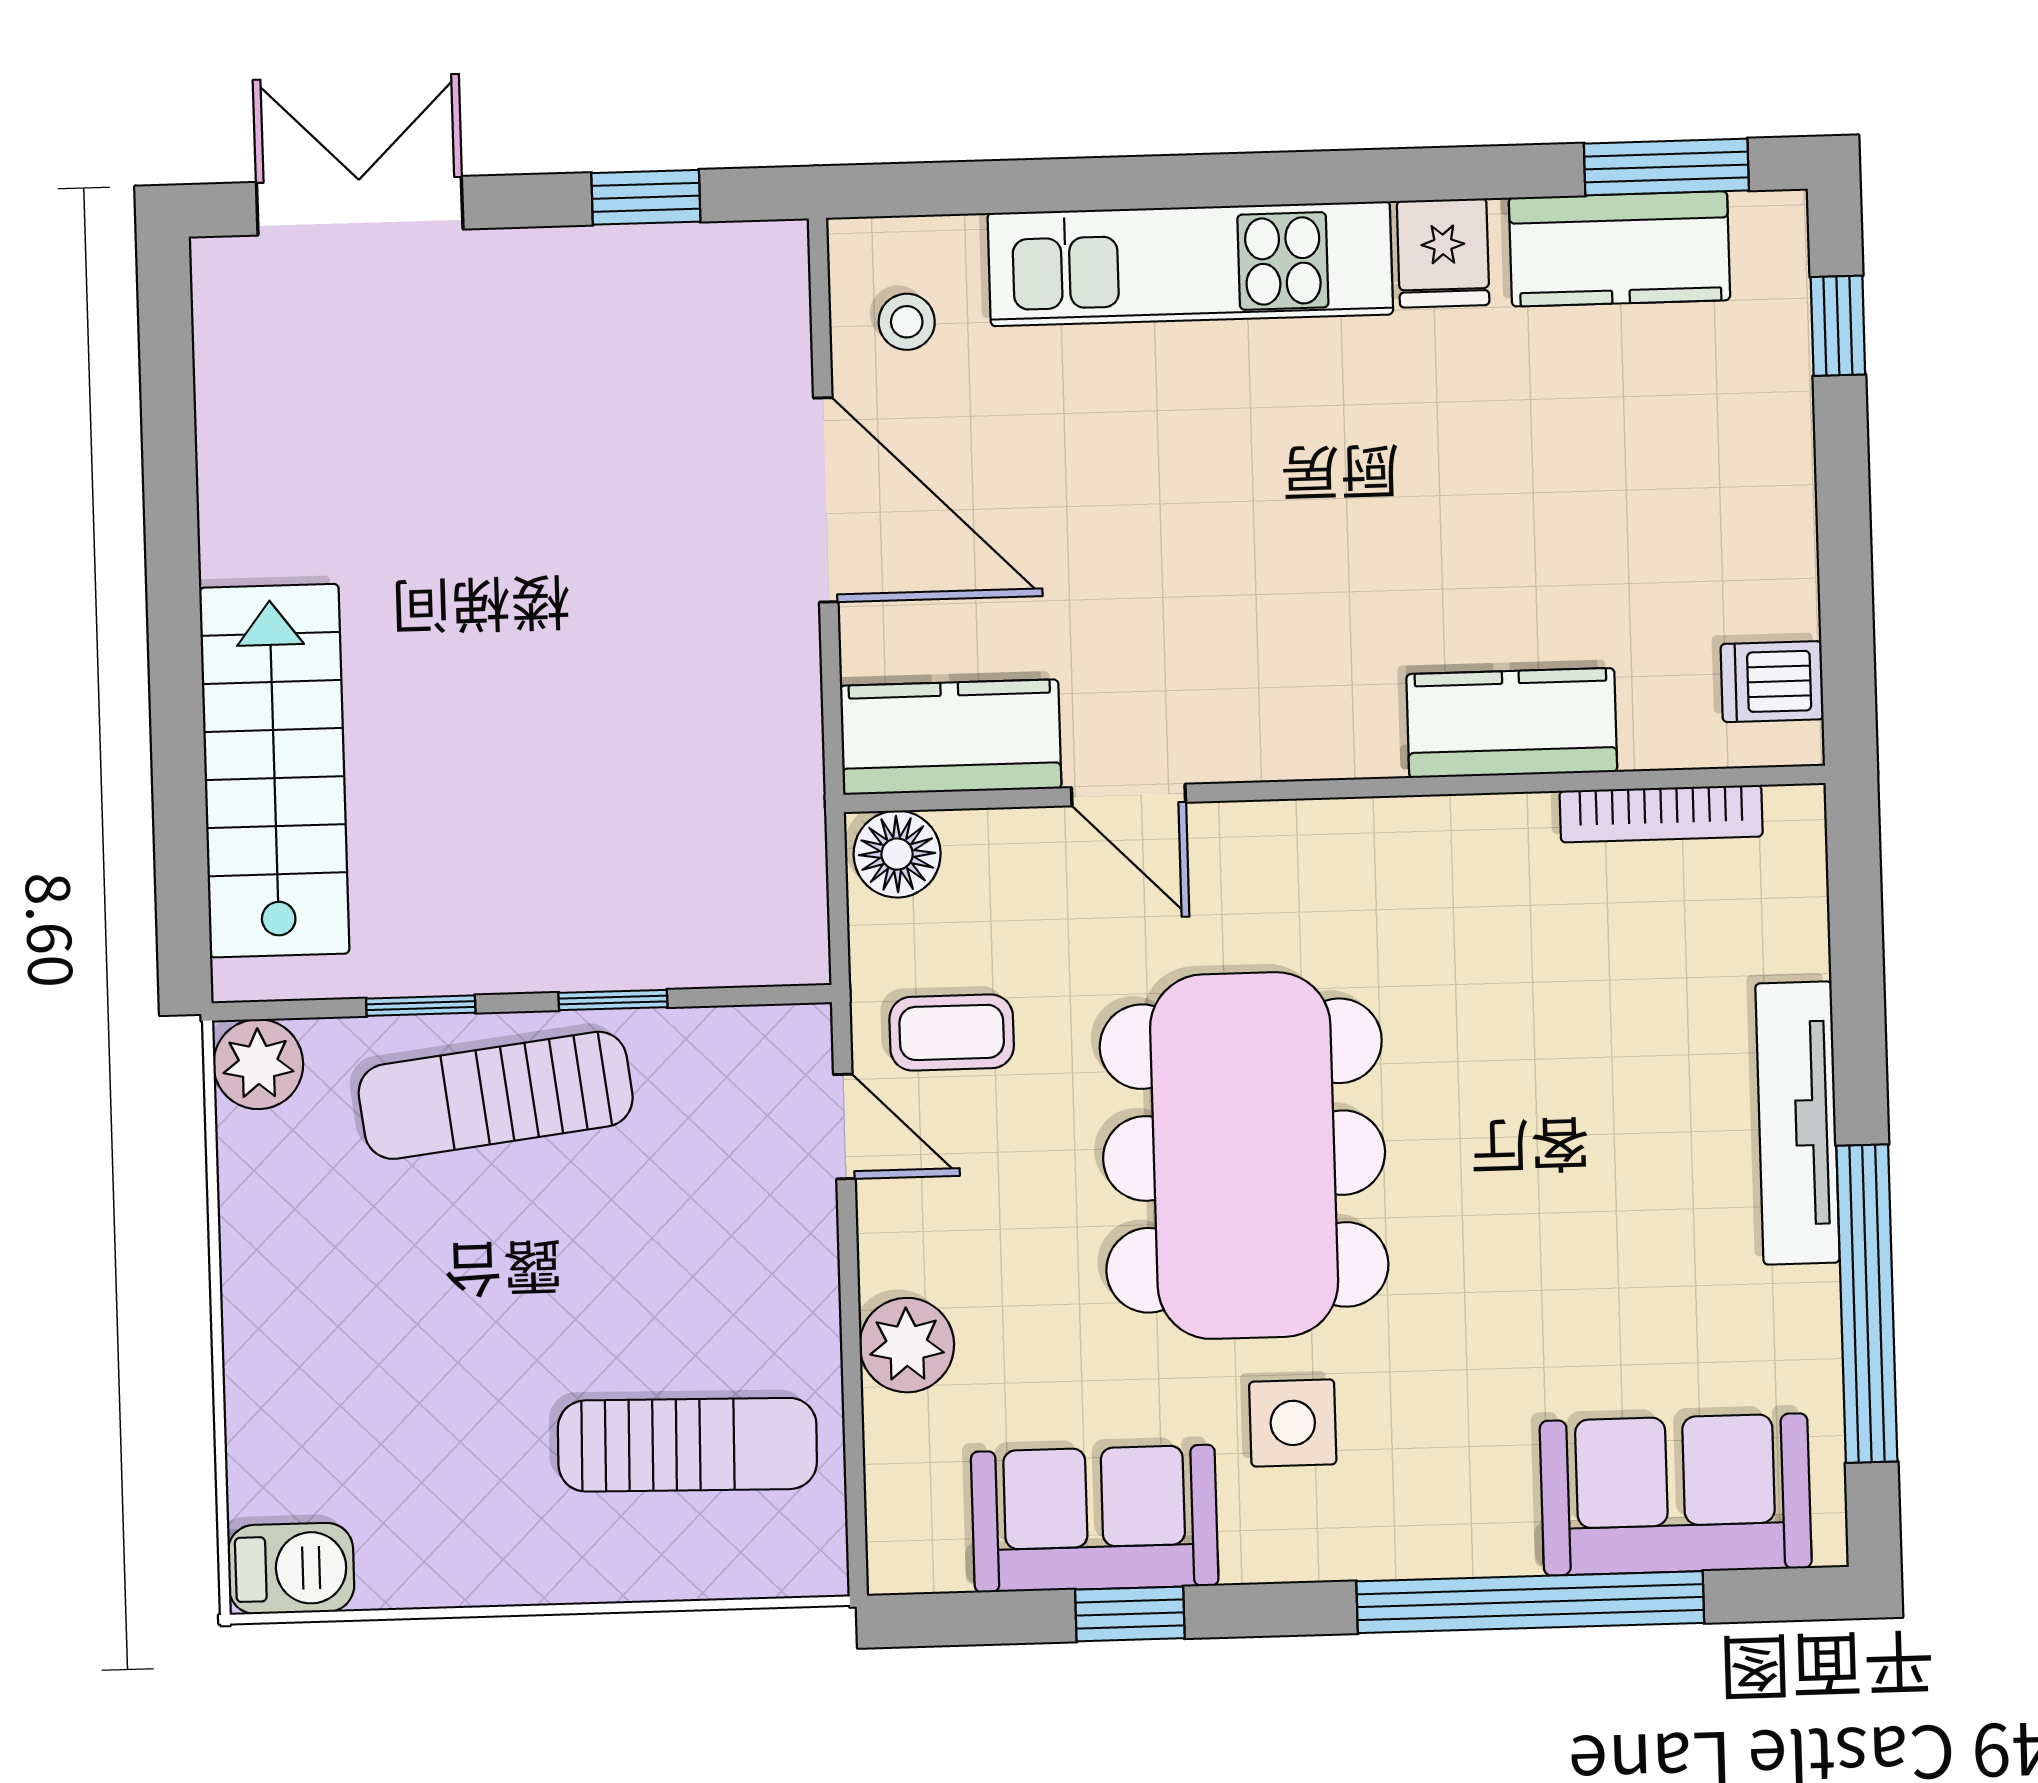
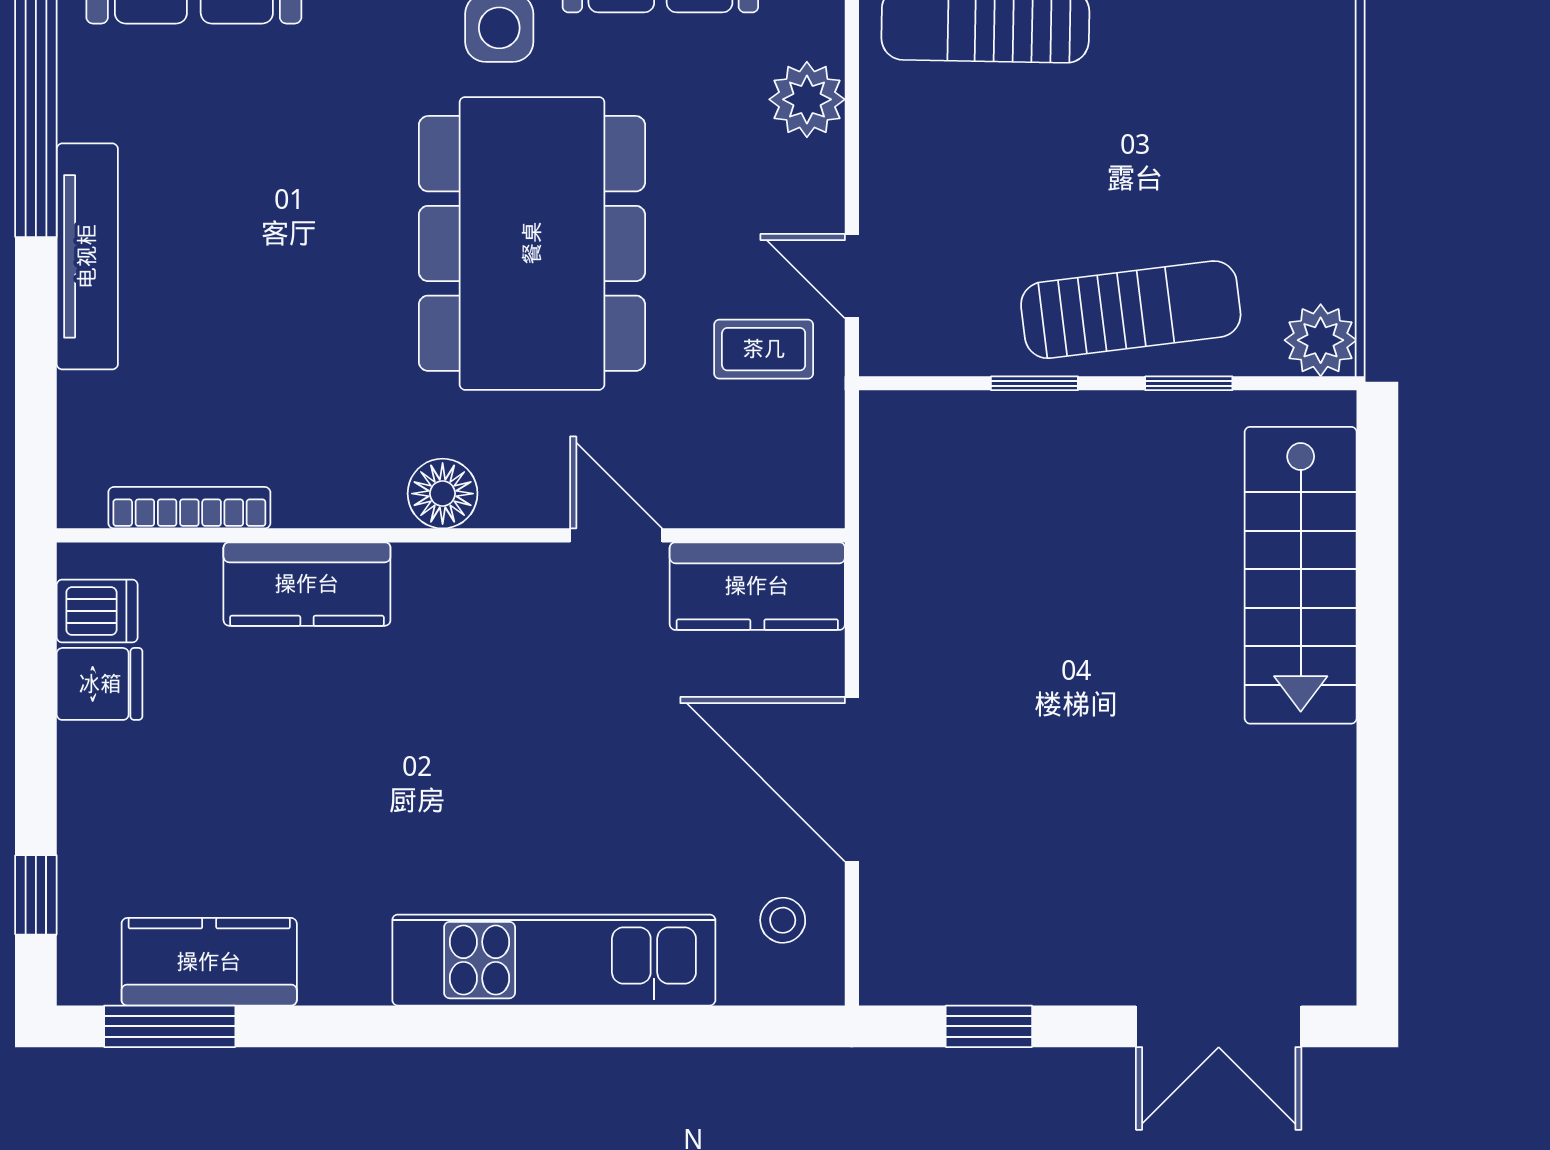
fridge: (1443, 253) -> (100, 684), moved, turned 90
floor lamp: (897, 854) -> (443, 494), moved

